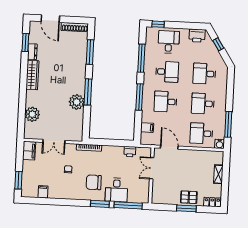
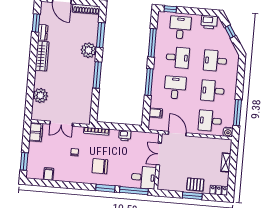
plant: (77, 102) -> (89, 50), moved
desk: (166, 102) -> (175, 87), turned 90
printer: (130, 152) -> (125, 136), moved
desk: (117, 190) -> (144, 177), moved, turned -90

